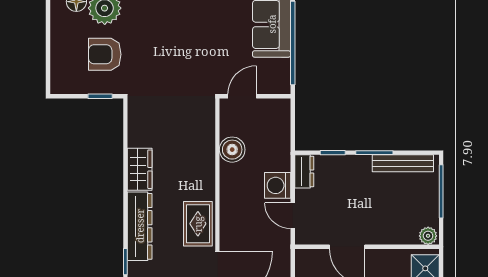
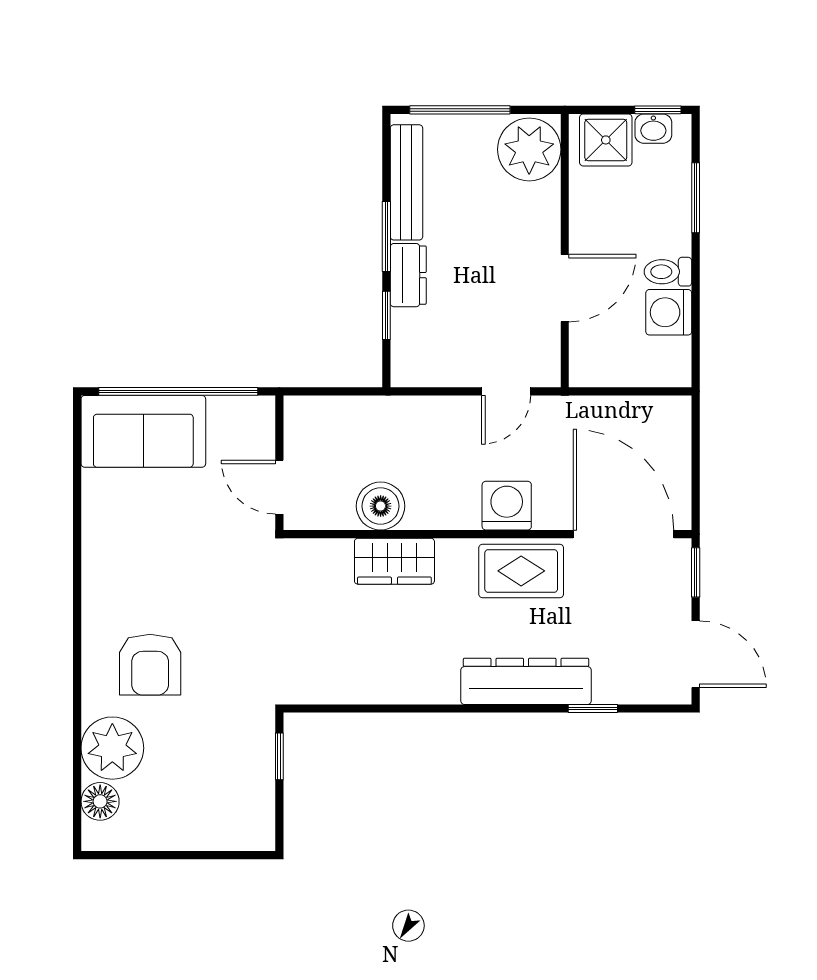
armchair: (105, 54) -> (150, 665), moved
wardrobe: (140, 169) -> (394, 561), moved, turned 180
dresser: (304, 171) -> (408, 275), moved, turned 90
washing machine: (278, 185) -> (507, 506), moved, turned 180
plant: (428, 236) -> (529, 149), width x1.88, depth x1.88

